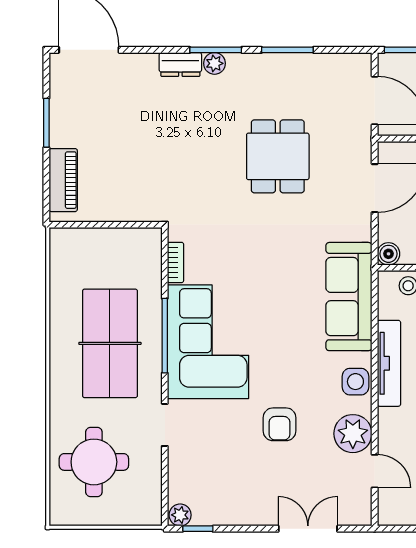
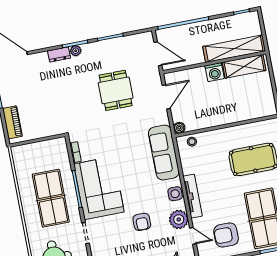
tv unit: (389, 363) -> (193, 196), moved

